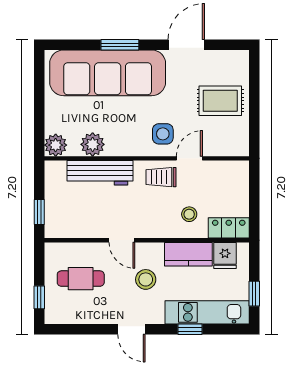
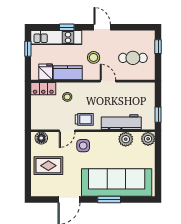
floor lamp: (232, 146) -> (41, 138), added
window: (39, 212) -> (158, 115), moved

